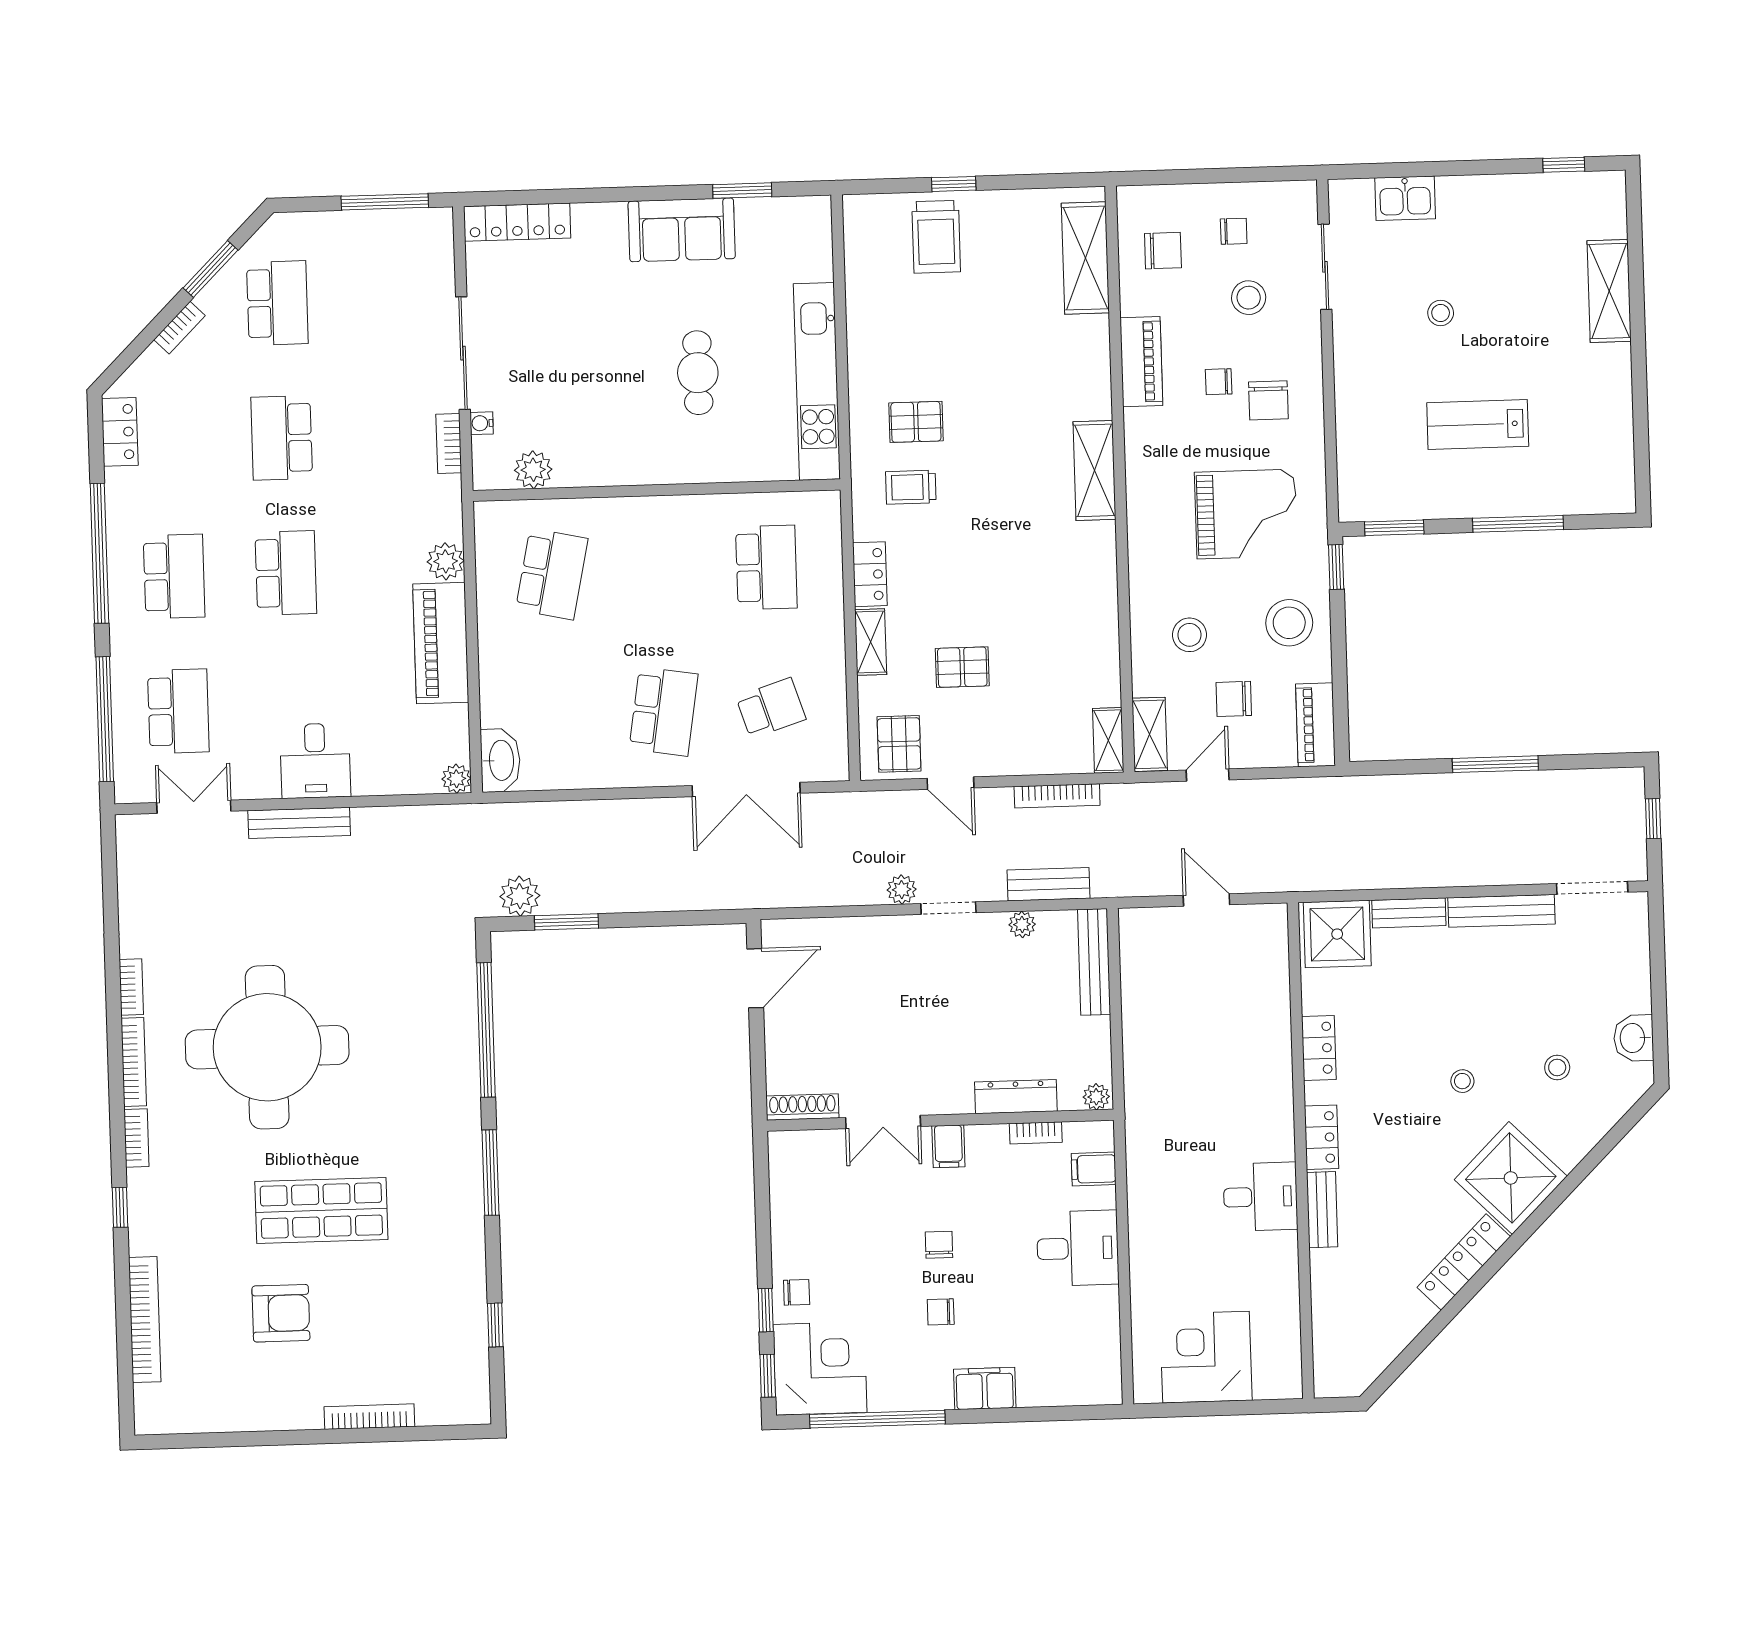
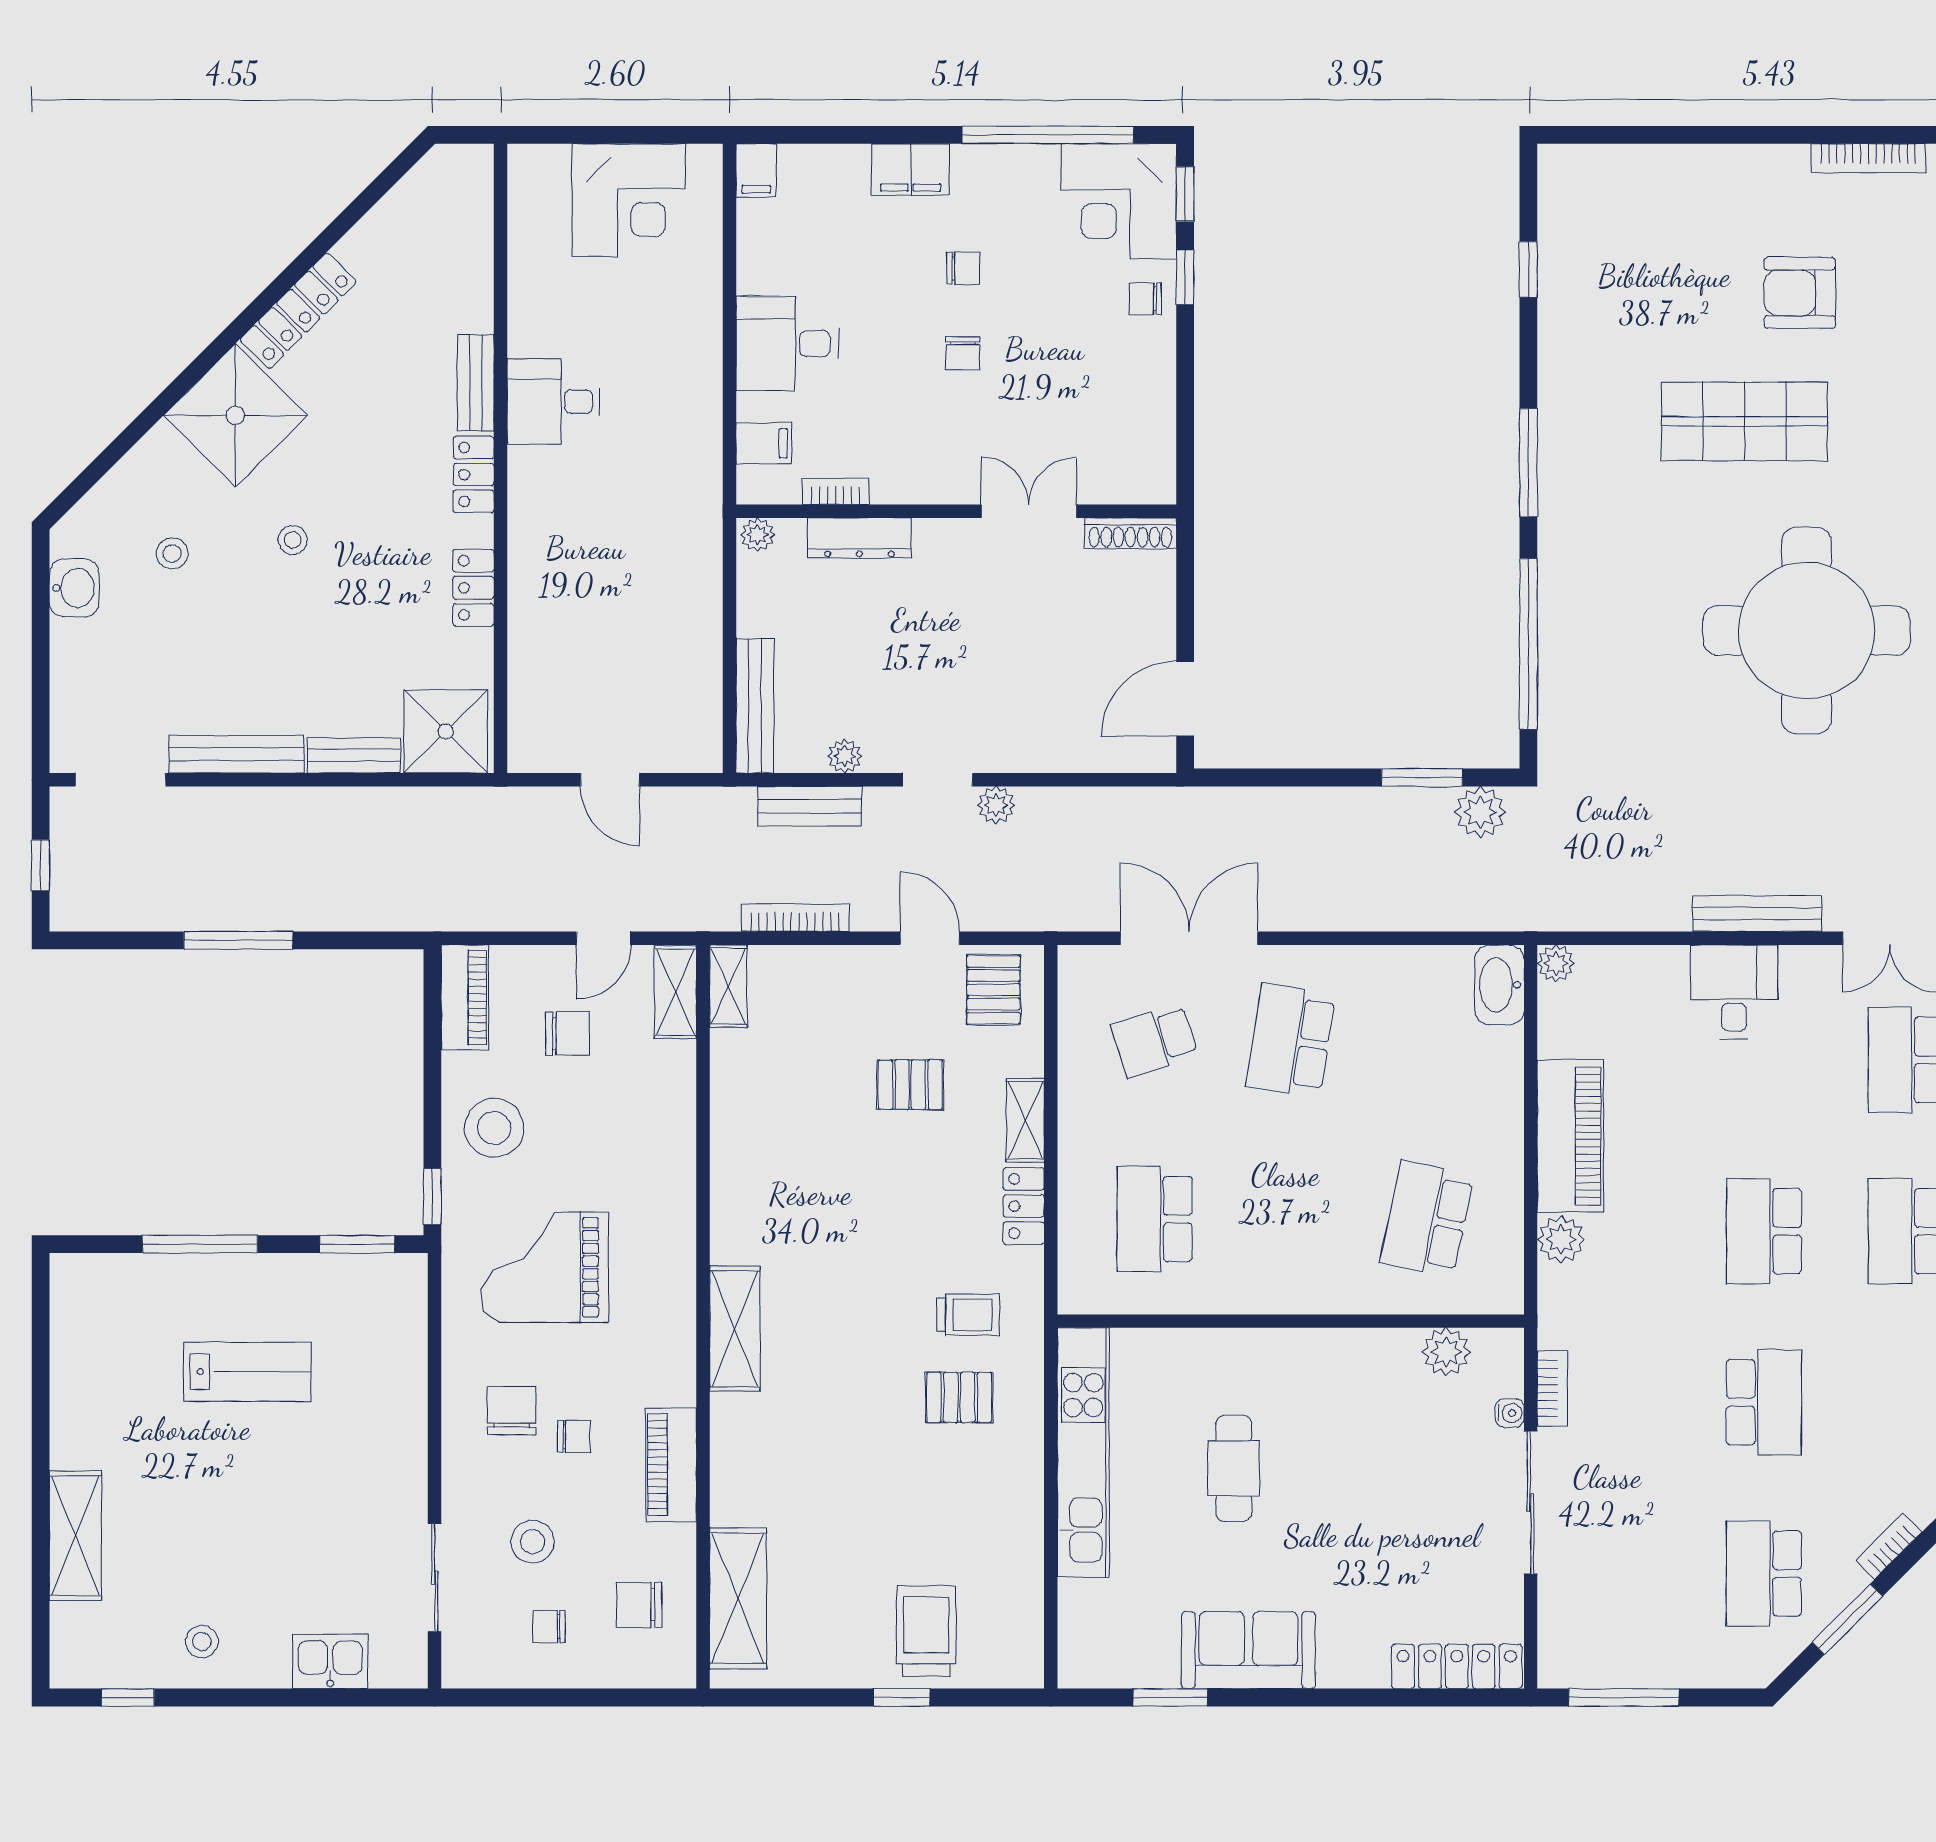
stool: (1441, 313) -> (202, 1642), moved
stool: (1190, 635) -> (621, 1117), removed
filing cabinet: (948, 1146) -> (756, 170), moved, turned 180
bookcase: (369, 1417) -> (1868, 158), moved

